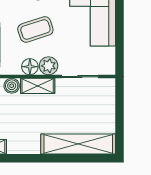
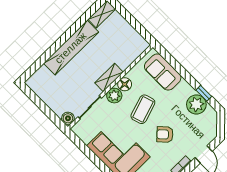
boiler: (12, 86) -> (68, 118), moved
shelving: (78, 144) -> (71, 48), moved

